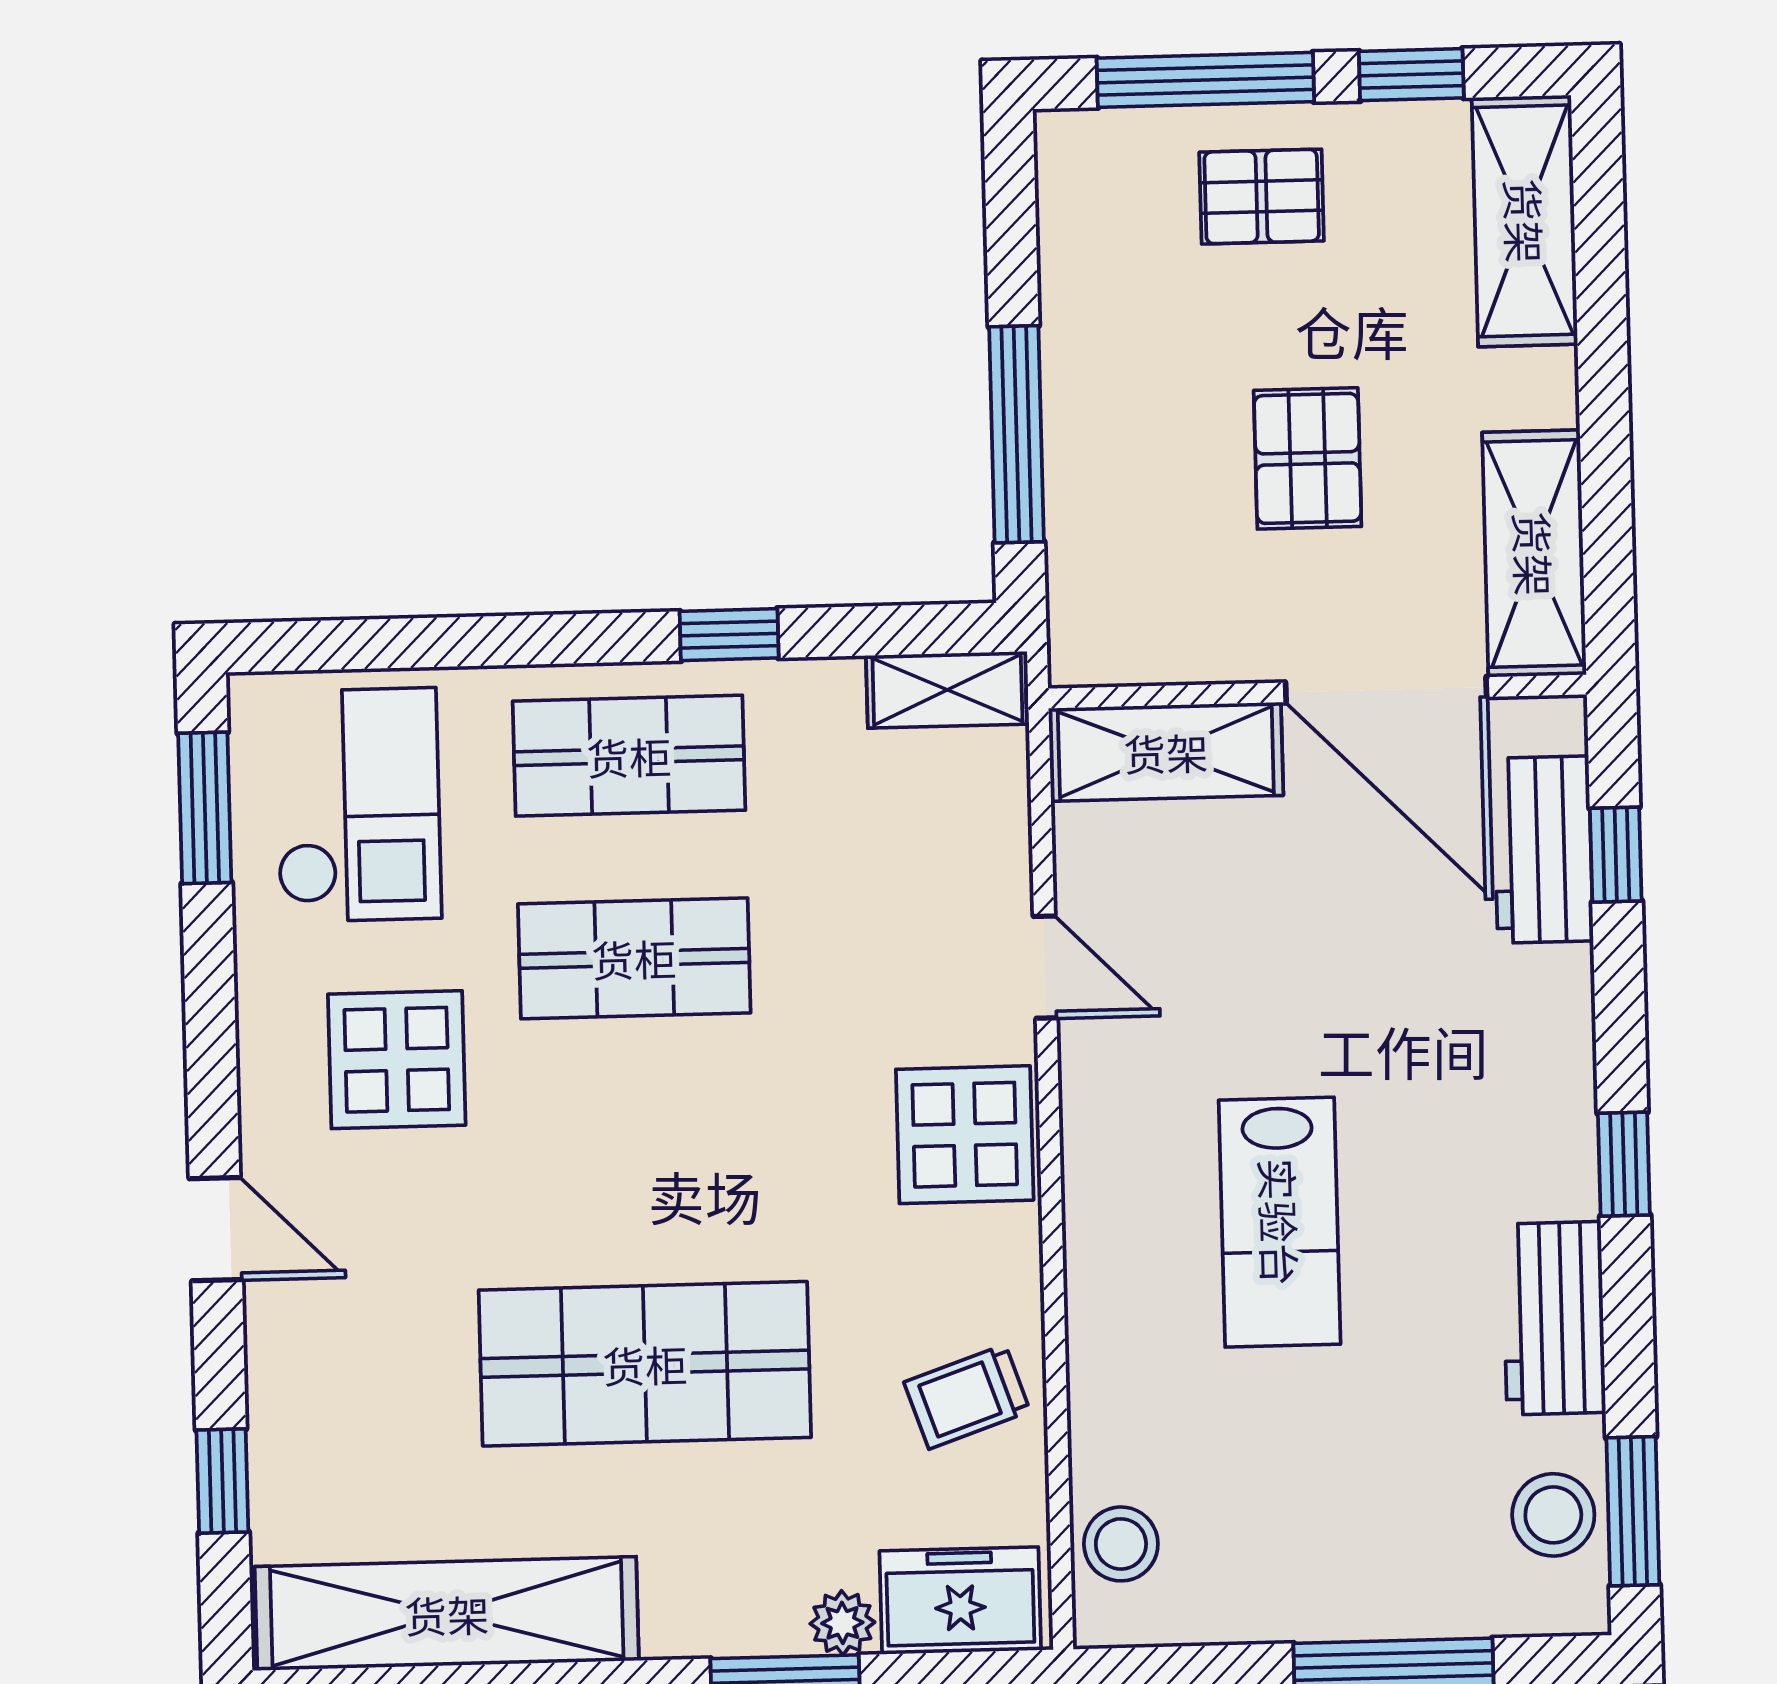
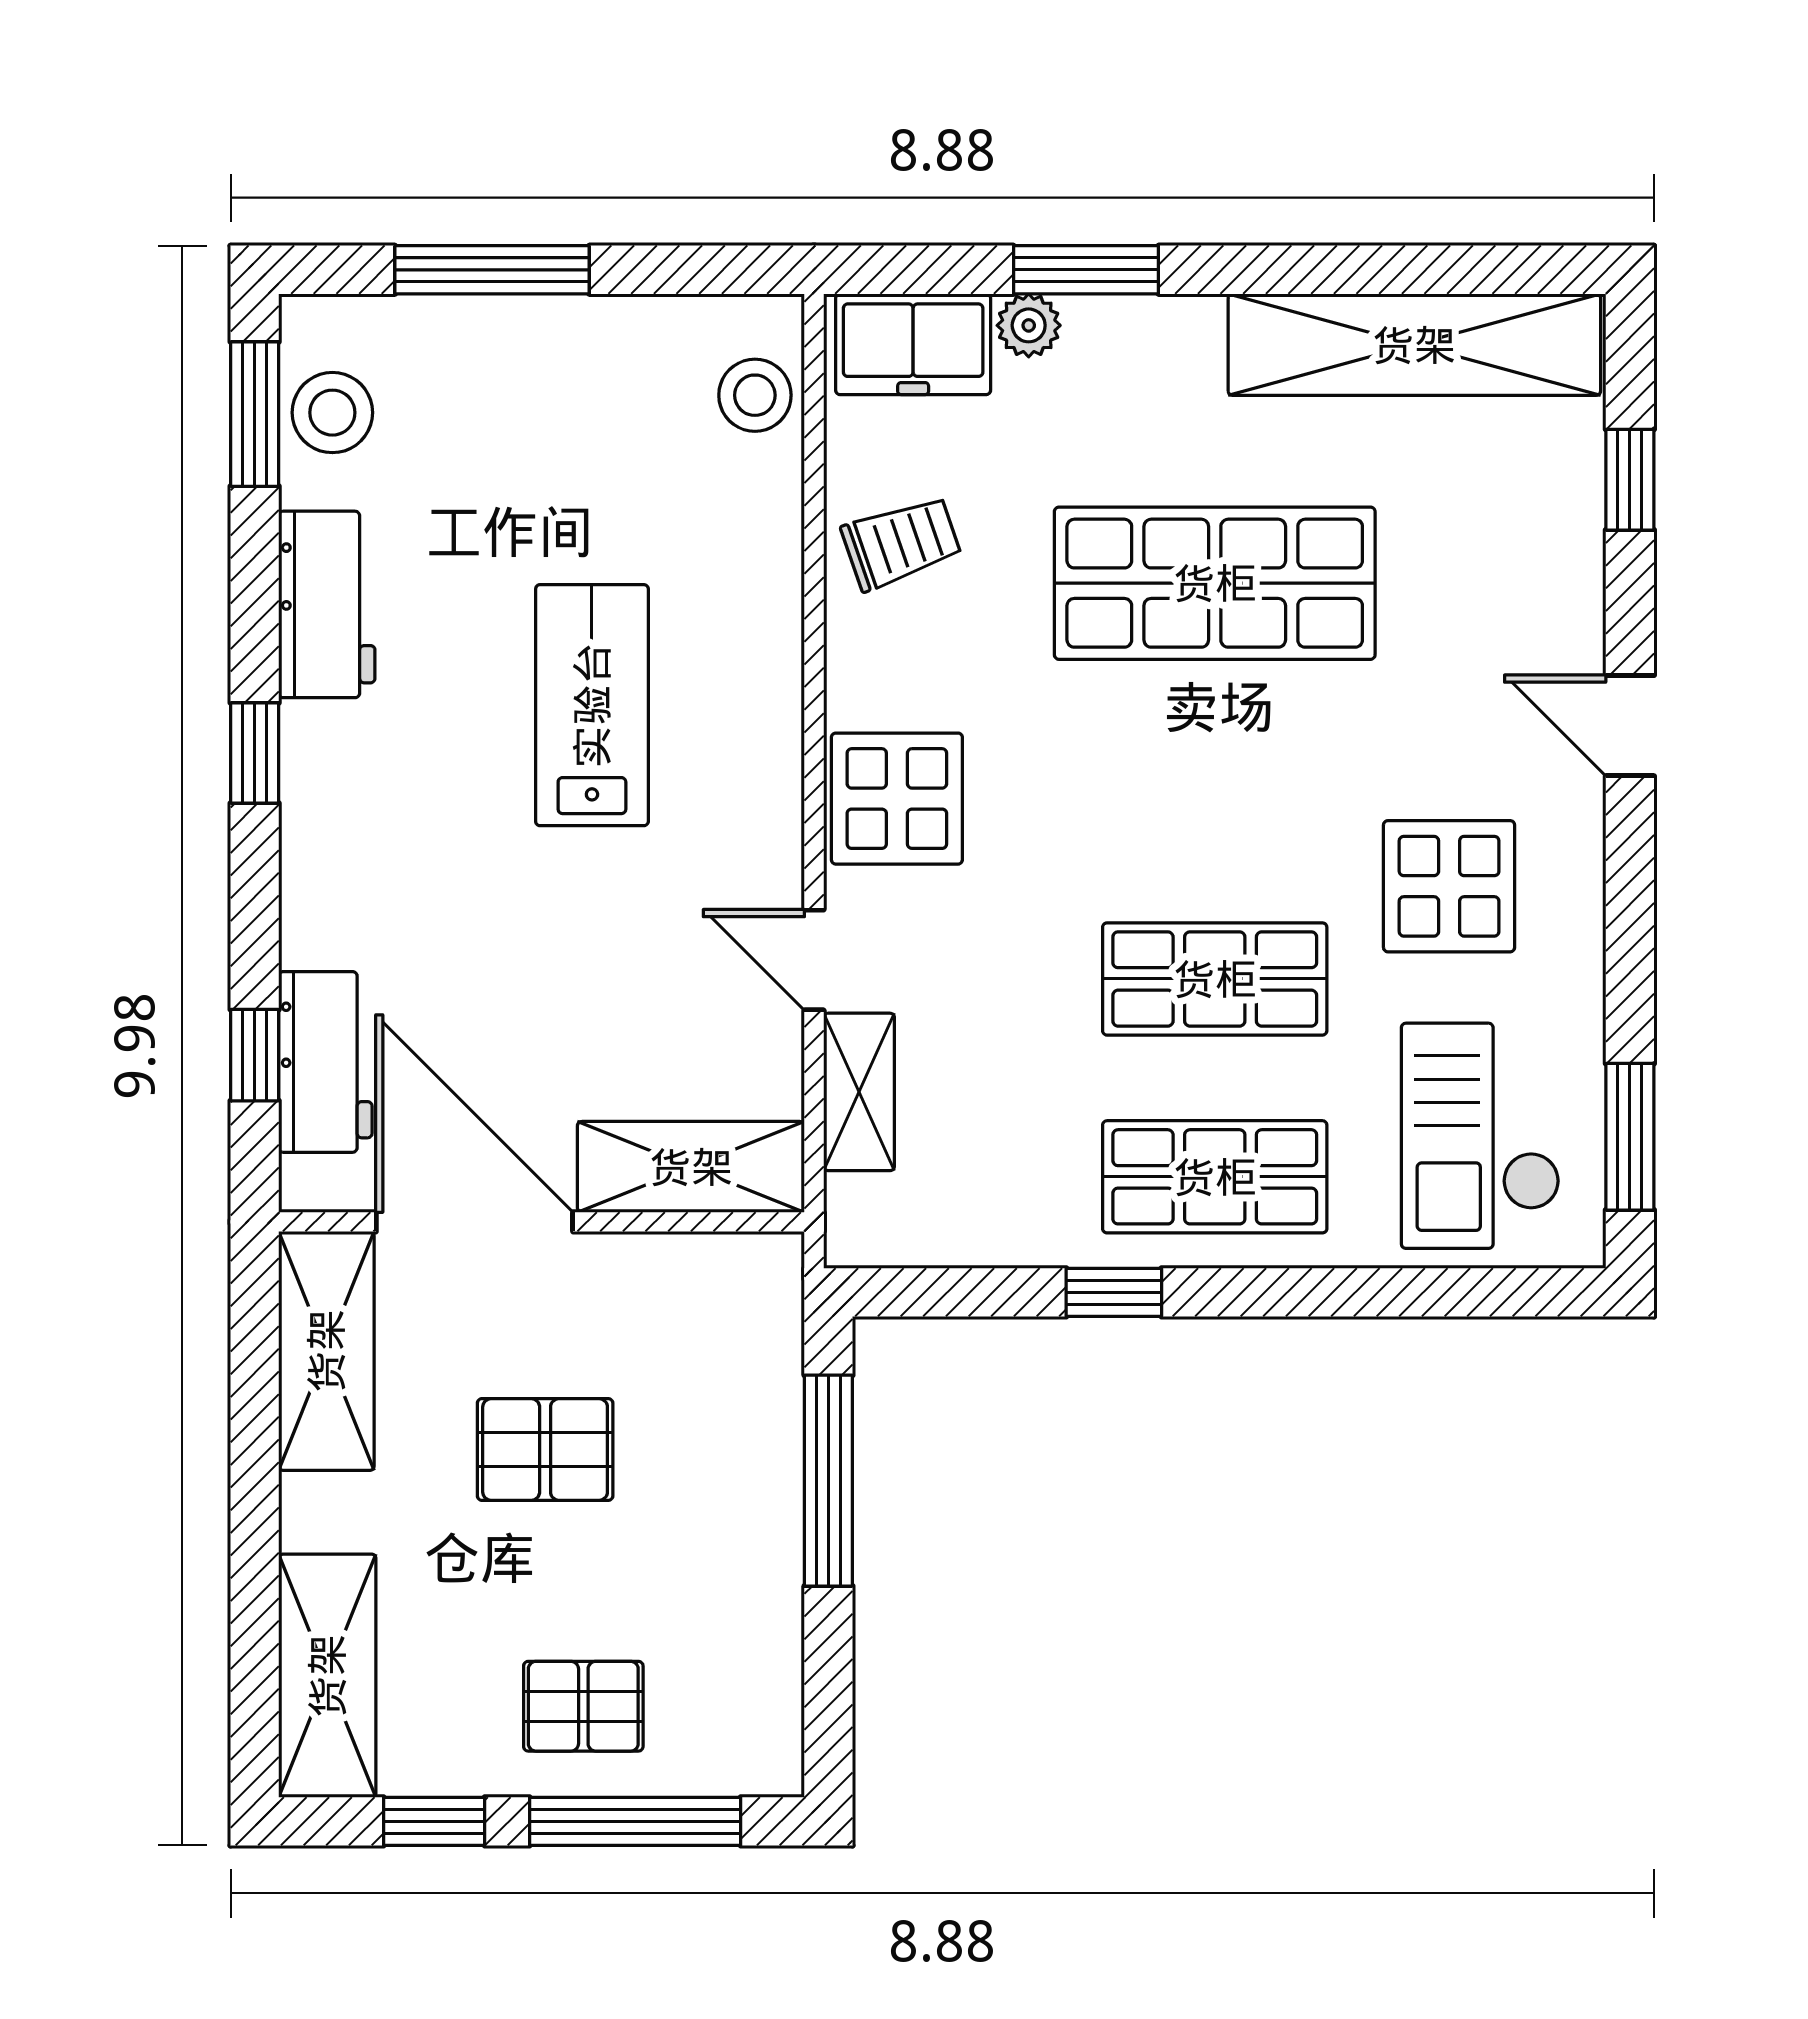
pallet: (1308, 458) -> (545, 1450), turned 90
shelving: (947, 690) -> (859, 1092), moved, turned 90

